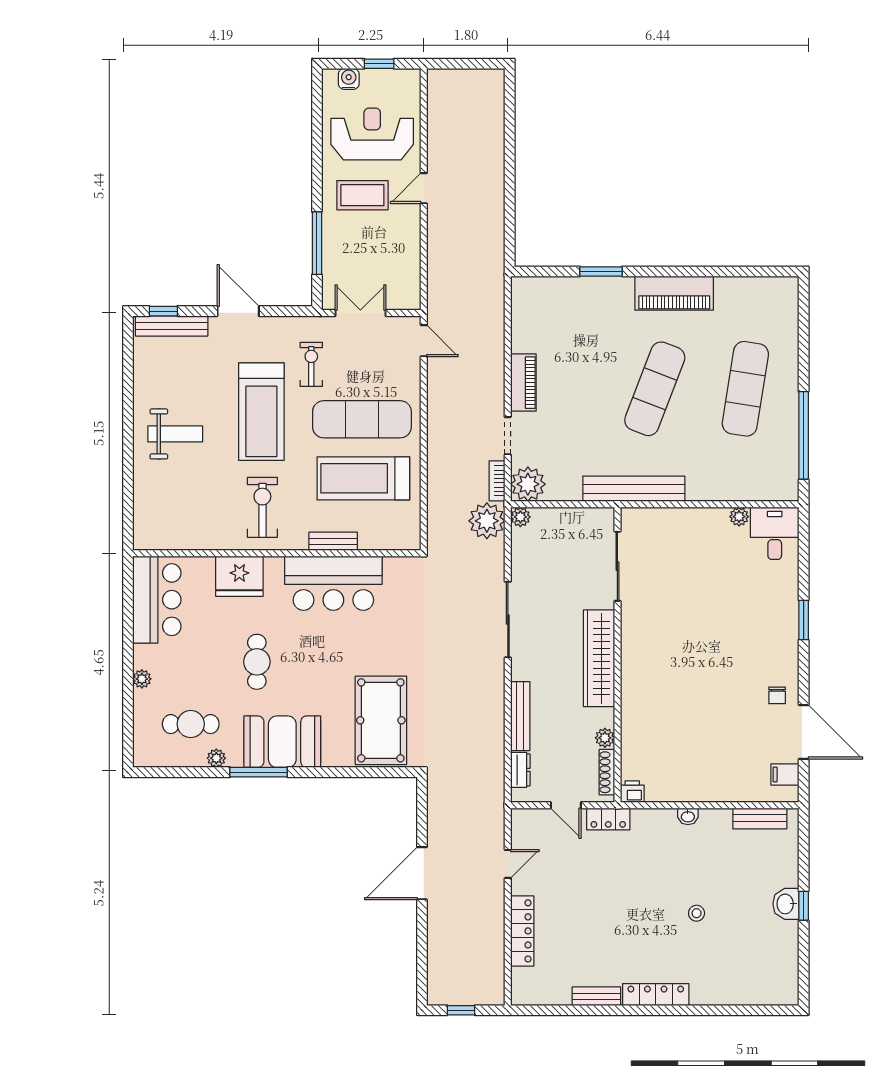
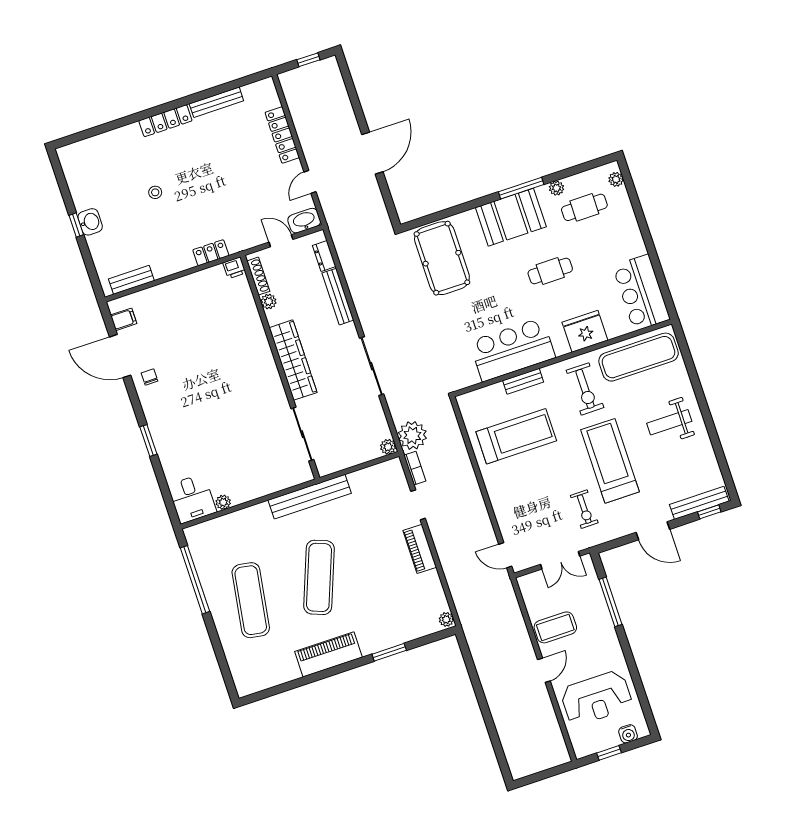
coffee table: (362, 195) -> (555, 627), moved
exercise mat: (362, 419) -> (639, 357), moved
plant: (528, 484) -> (446, 619), moved, width x0.53, depth x0.53
cafe table: (257, 662) -> (550, 271), turned 90
plant: (142, 679) -> (616, 179), moved
washbasin: (688, 816) -> (304, 221), moved, width x1.91, depth x1.45
locker: (608, 819) -> (211, 253), moved
bench: (596, 996) -> (216, 102), width x1.36

